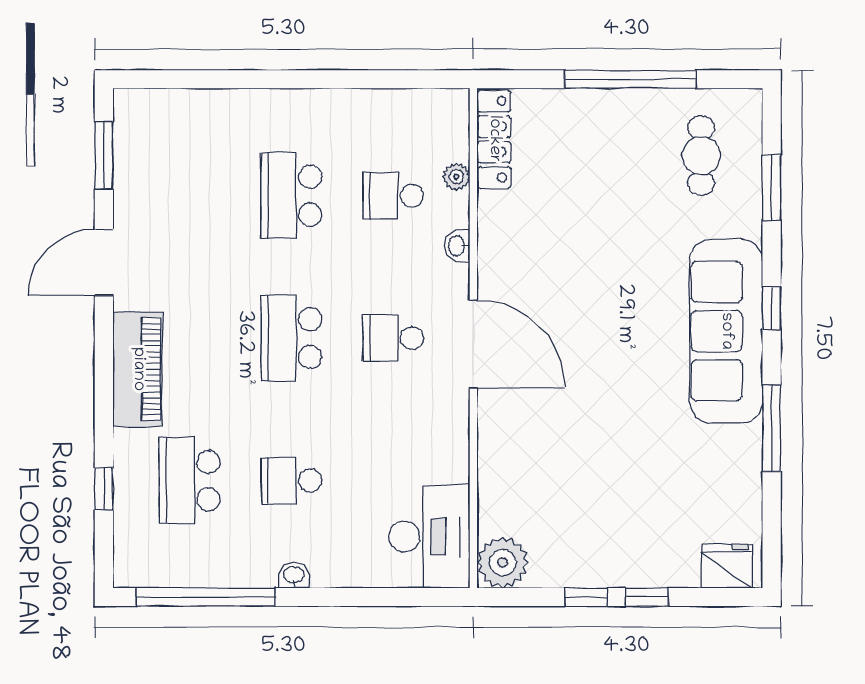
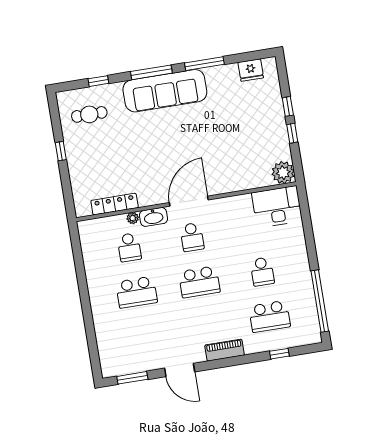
window: (630, 79) -> (61, 151), width x0.32
locker: (494, 139) -> (115, 204), moved
plant: (456, 177) -> (133, 218), moved
window: (772, 188) -> (98, 81), width x0.67
washbasin: (457, 246) -> (154, 217), width x1.91, depth x1.45
window: (772, 308) -> (151, 72), width x2.17
piano: (138, 369) -> (225, 350), width x0.73, depth x0.75
fridge: (727, 566) -> (251, 70), moved, turned -90
washbasin: (294, 575) -> (304, 264), removed

